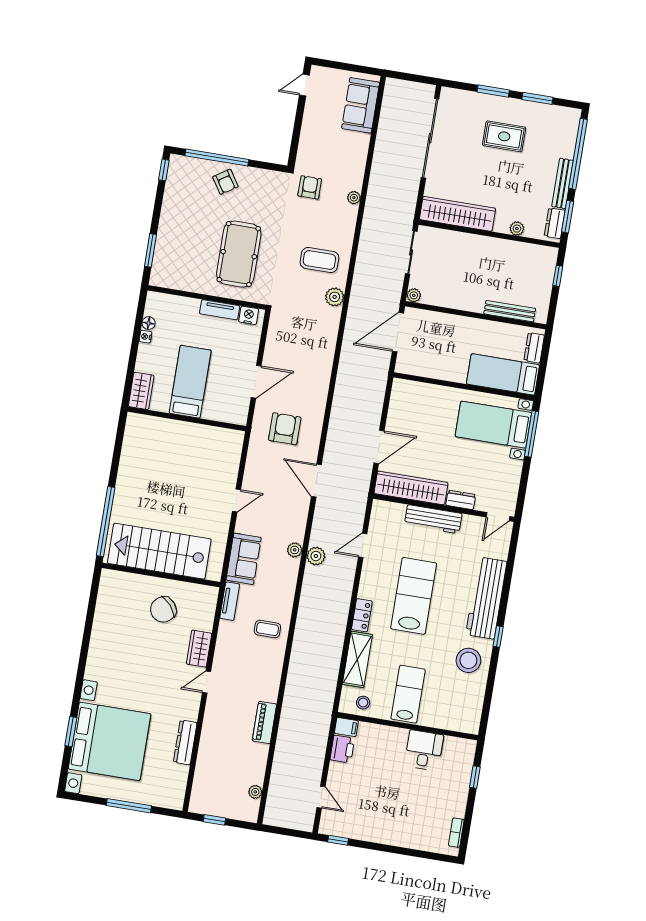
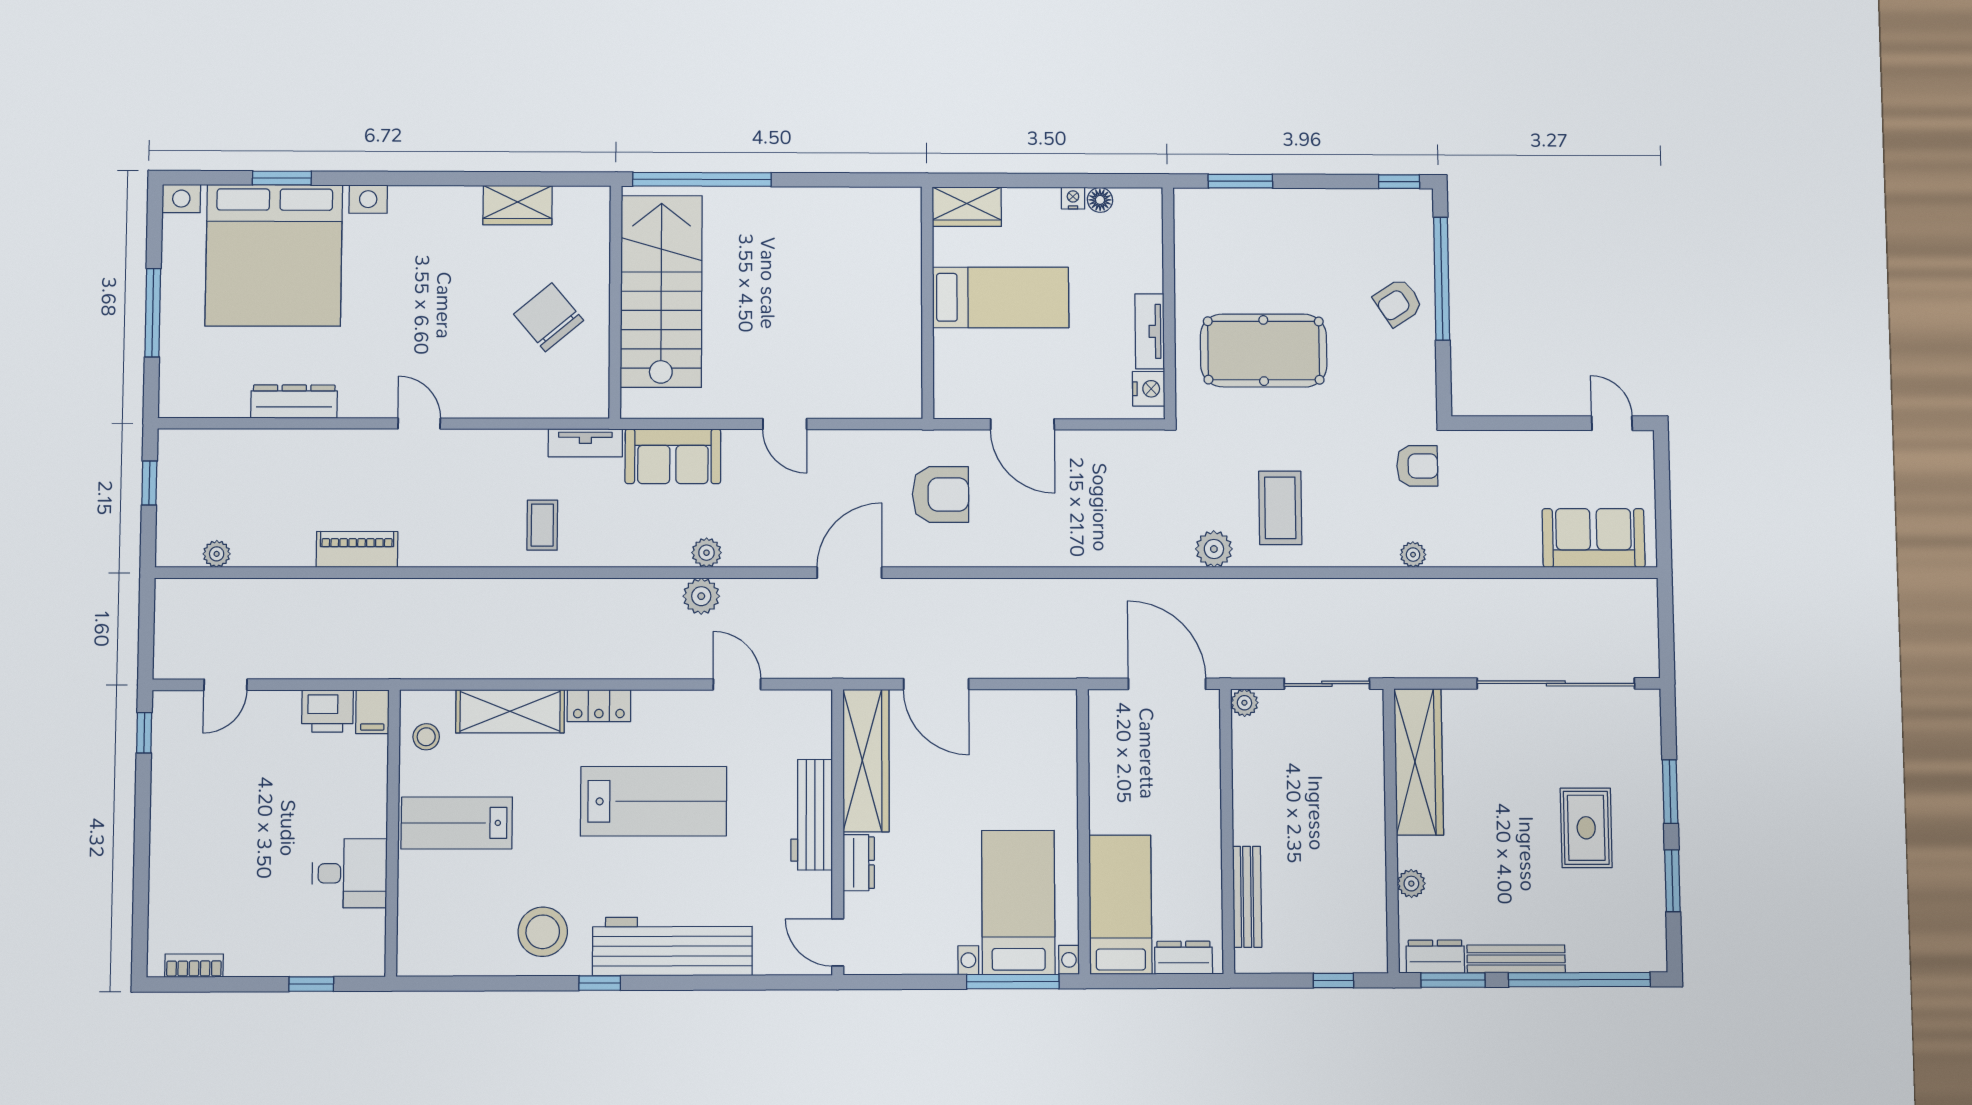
wardrobe: (199, 649) -> (518, 205), moved, turned 180
lab bench: (408, 694) -> (457, 823), turned 180

